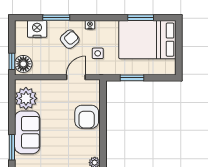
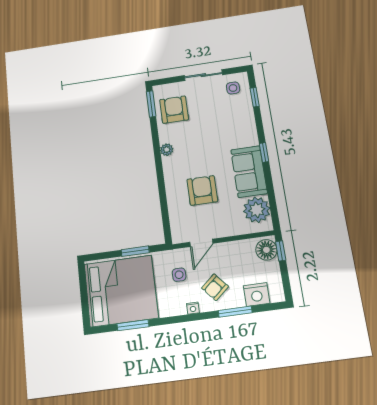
bed: (147, 40) -> (121, 291), width x1.36
armchair: (87, 117) -> (202, 190), moved
window: (12, 147) -> (264, 152), width x0.67

